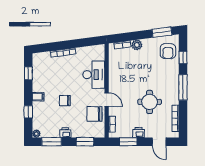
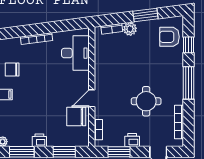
window: (162, 32) -> (145, 15), moved
armchair: (168, 51) -> (169, 37), turned 90
desk: (94, 75) -> (75, 53), moved
door: (107, 100) -> (92, 98), swing flipped
chair: (65, 101) -> (12, 69), moved

